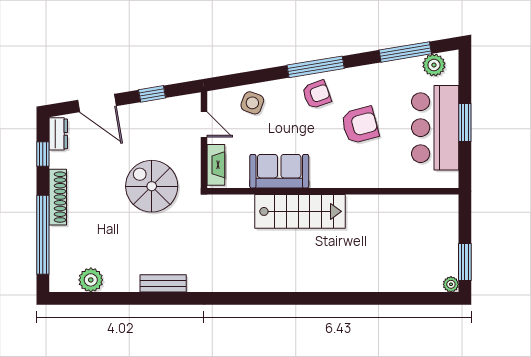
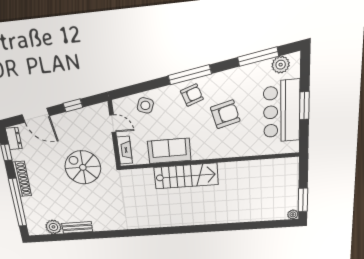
bench: (163, 283) -> (77, 227), moved

